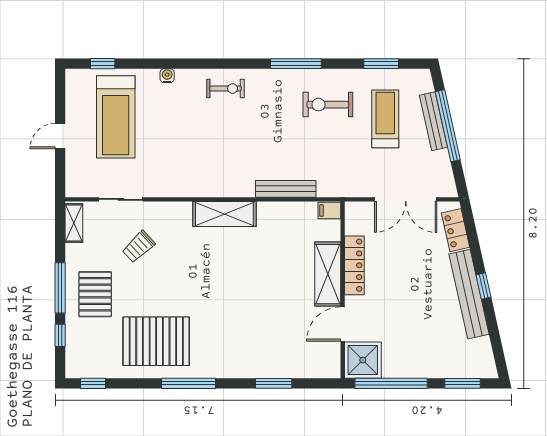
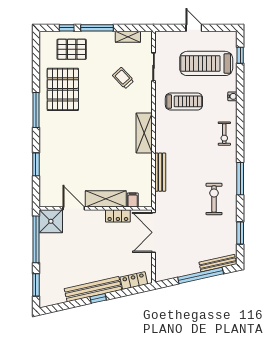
treadmill: (385, 119) -> (184, 101), moved
bench: (433, 121) -> (218, 263), moved
double door: (406, 199) -> (154, 232), moved
filing cabinet: (329, 211) -> (133, 200), moved
shelving: (74, 223) -> (128, 37), moved
locker: (354, 265) -> (118, 216), width x0.66
pallet: (95, 294) -> (72, 49), moved
window: (93, 383) -> (36, 49), removed

